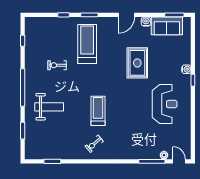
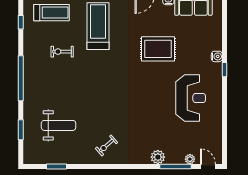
rug: (137, 63) -> (158, 49), turned 90
weight bench: (49, 107) -> (59, 125), moved
treadmill: (98, 111) -> (52, 13), moved, turned 90
plant: (137, 153) -> (158, 157), added

